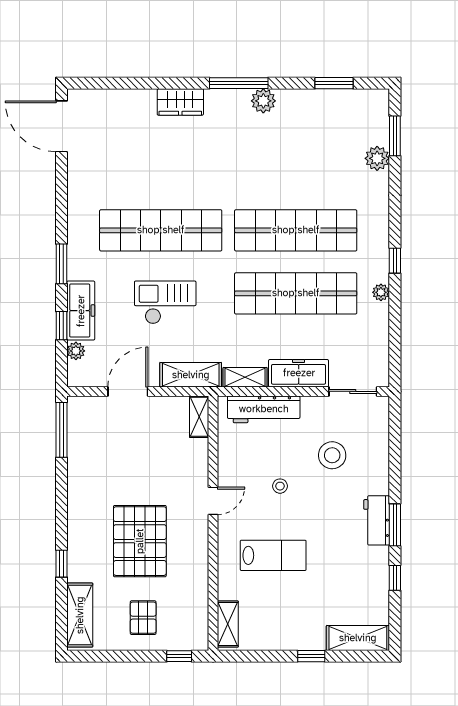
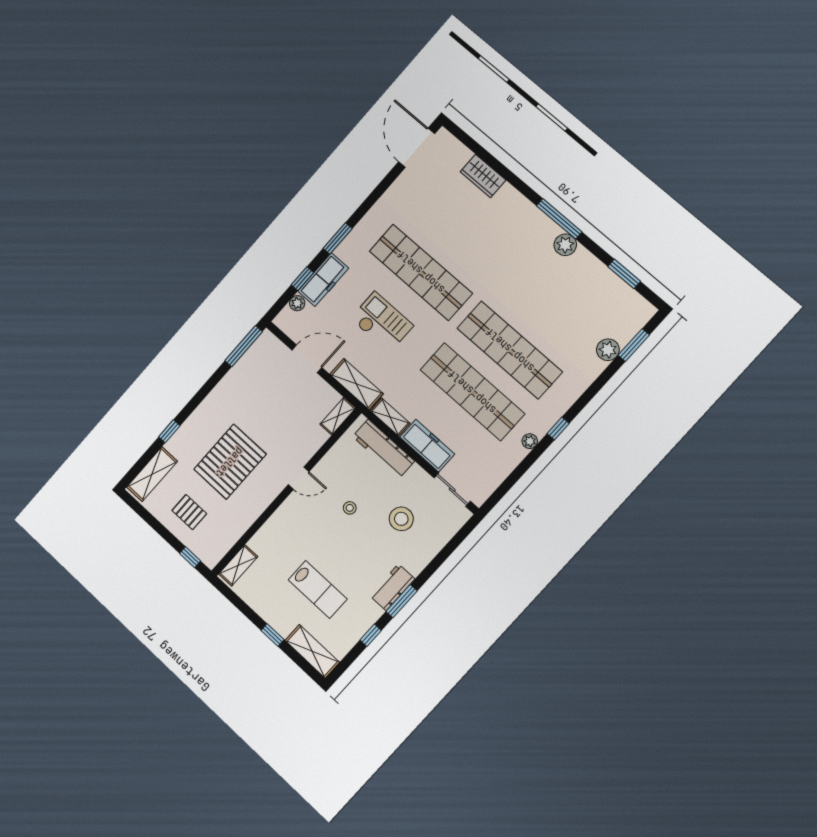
wardrobe: (180, 102) -> (483, 176), moved
lab bench: (273, 555) -> (318, 589), moved
pallet: (143, 618) -> (189, 512), turned 90

